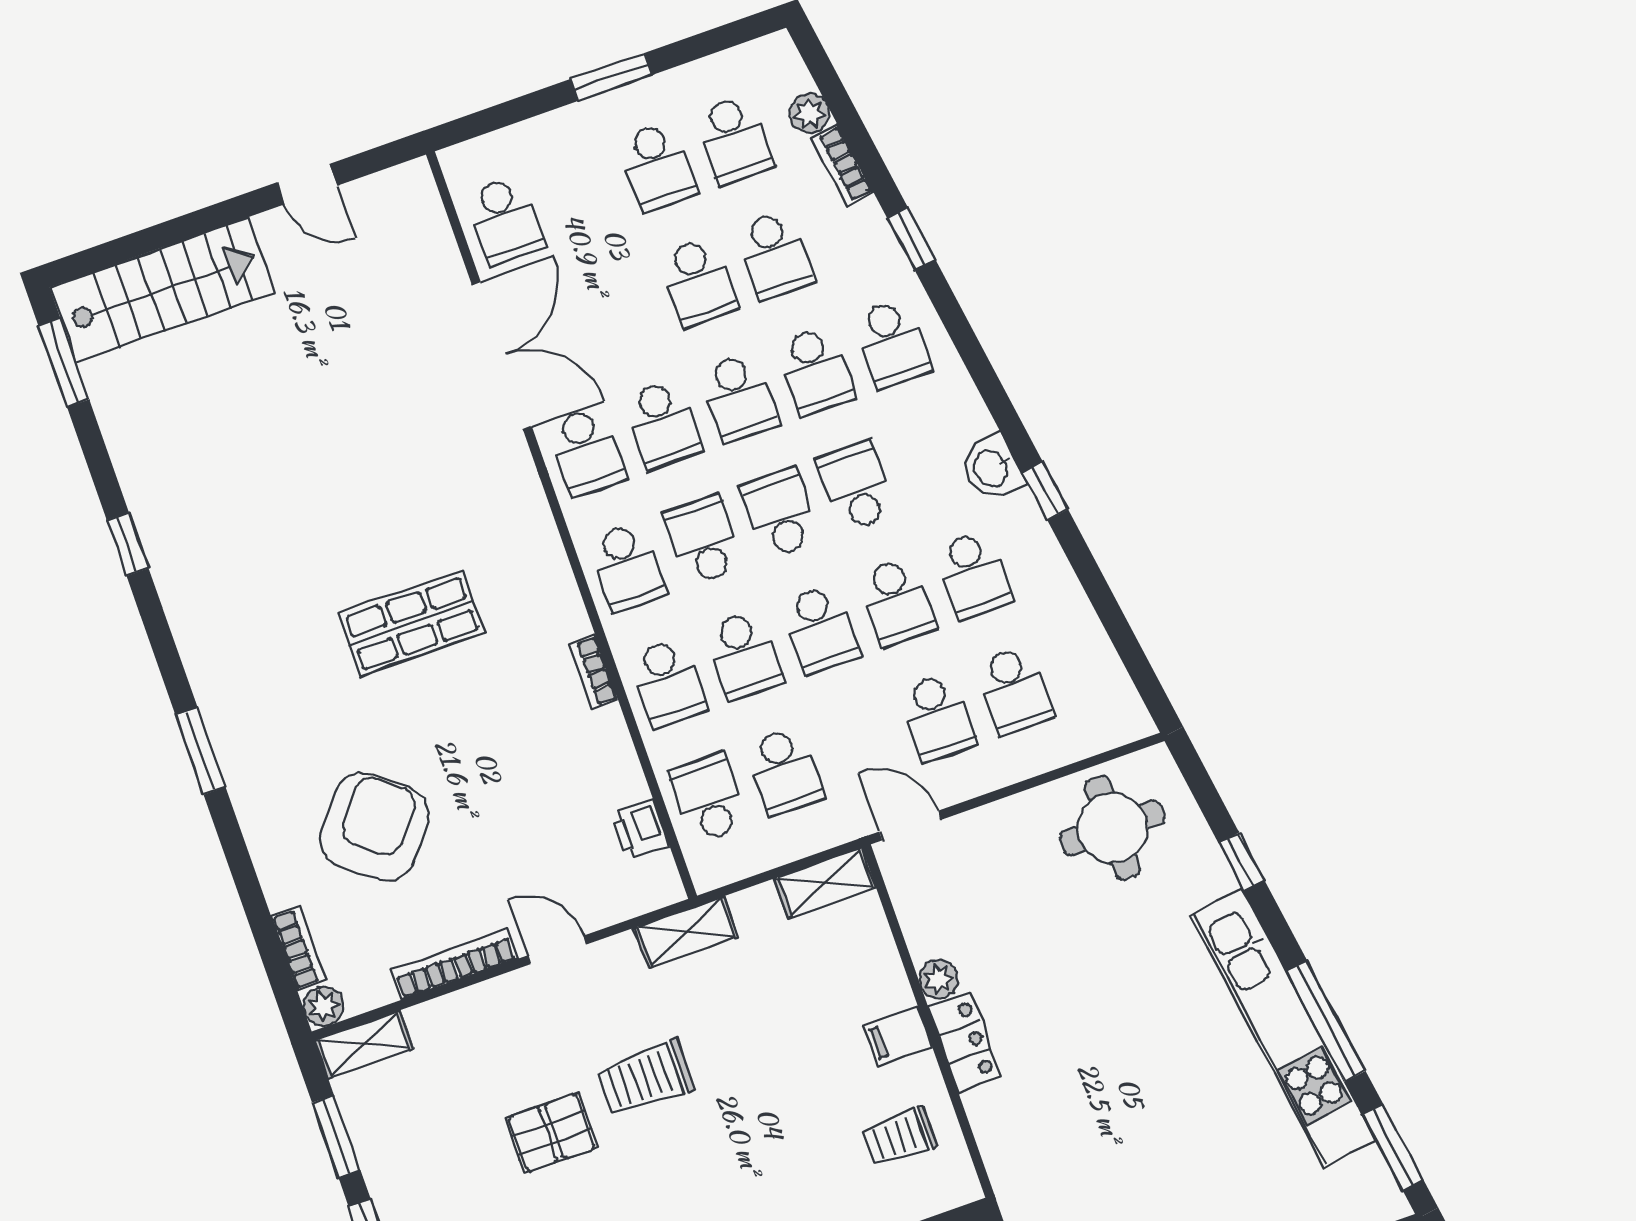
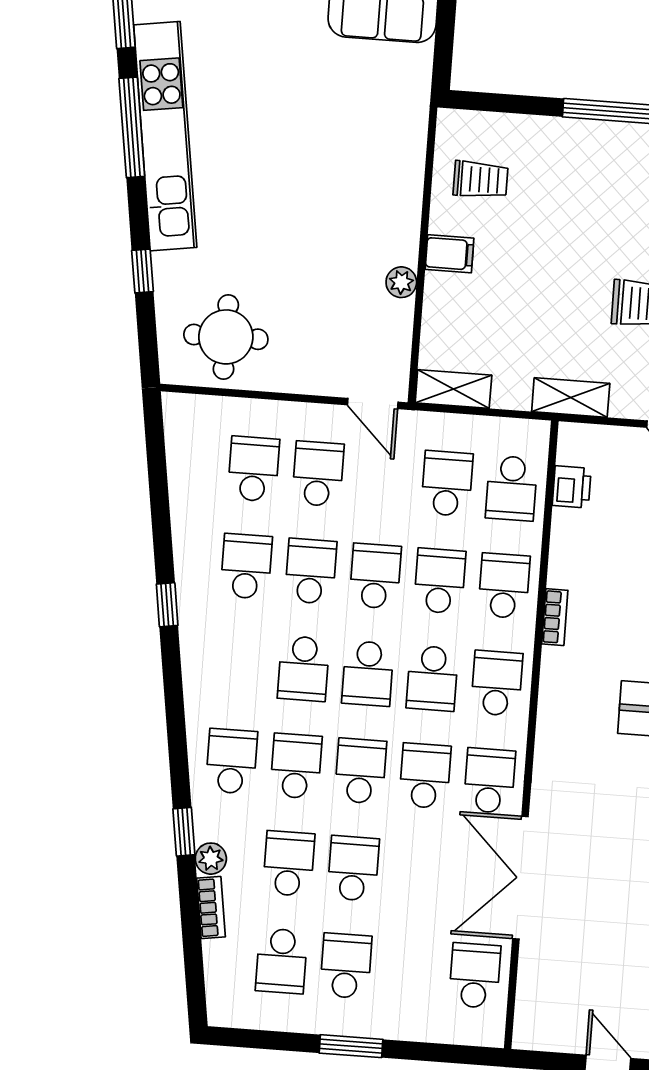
plant: (810, 113) -> (211, 859), moved
school desk: (734, 140) -> (281, 961), turned 180
washbasin: (992, 468) -> (199, 638), removed
locker: (965, 1042) -> (403, 228), removed

